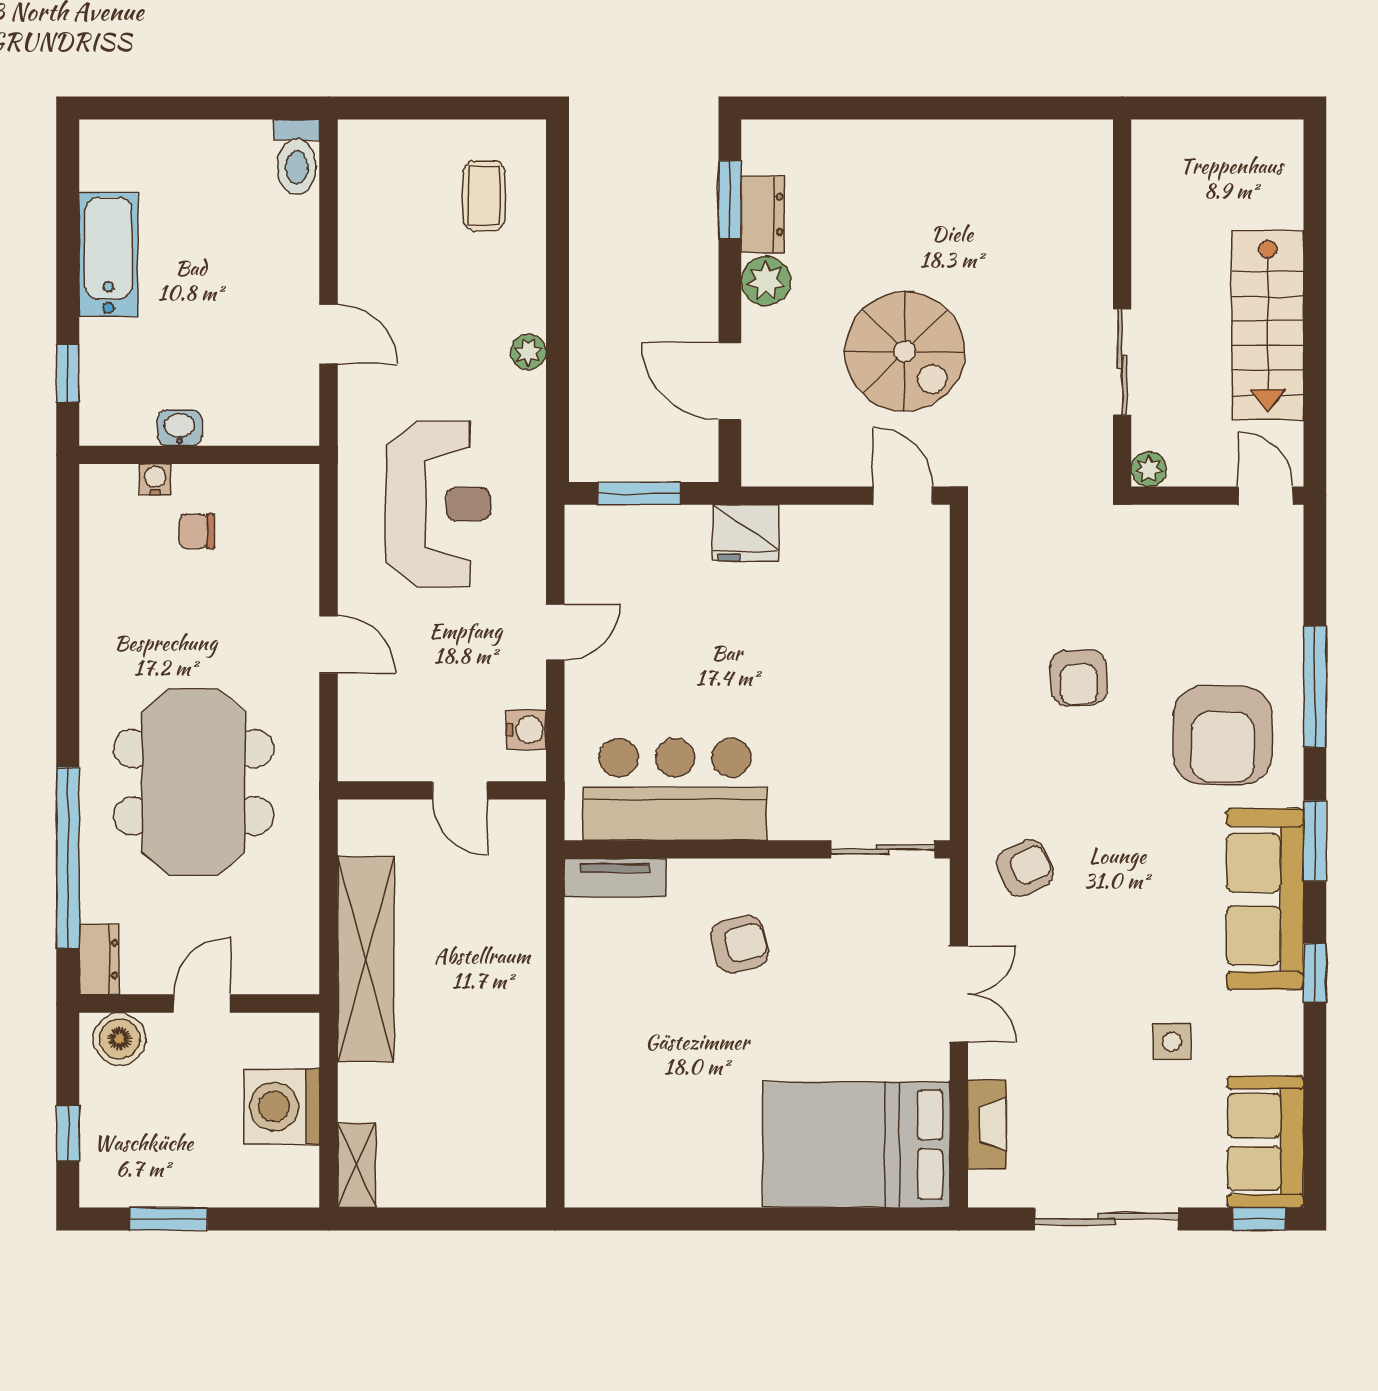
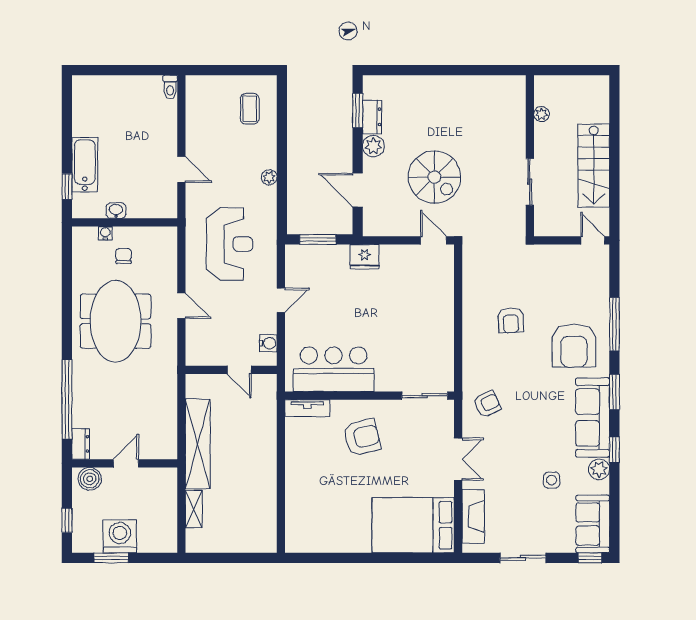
toilet: (297, 157) -> (170, 87), width x0.73, depth x0.72
bathtub: (108, 254) -> (85, 165), moved
plant: (1149, 469) -> (542, 114), moved
chair: (197, 531) -> (124, 256), turned 90
meeting table: (194, 782) -> (116, 321), moved
armchair: (740, 944) -> (362, 437), width x1.38, depth x1.38
plant: (1280, 1017) -> (599, 469), added
washing machine: (282, 1106) -> (120, 536), moved, turned 90
fireplace: (987, 1124) -> (473, 516), width x1.37, depth x1.32
shelving: (357, 1165) -> (194, 509), moved
sliding door: (1106, 1219) -> (523, 558), width x0.73

